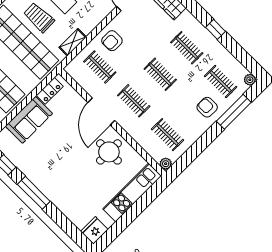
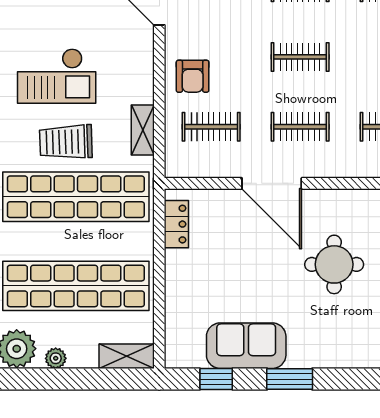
sofa: (29, 120) -> (246, 346), moved, turned -90
round table: (109, 152) -> (334, 264), moved
window: (34, 193) -> (290, 379), width x0.69

